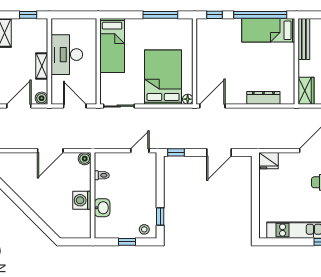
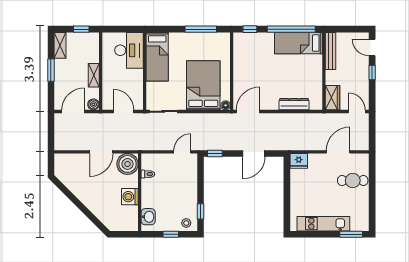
desk: (67, 55) -> (129, 50), moved, turned 180
boiler: (85, 159) -> (127, 164), width x1.86, depth x1.86
washbasin: (102, 208) -> (148, 217), moved

